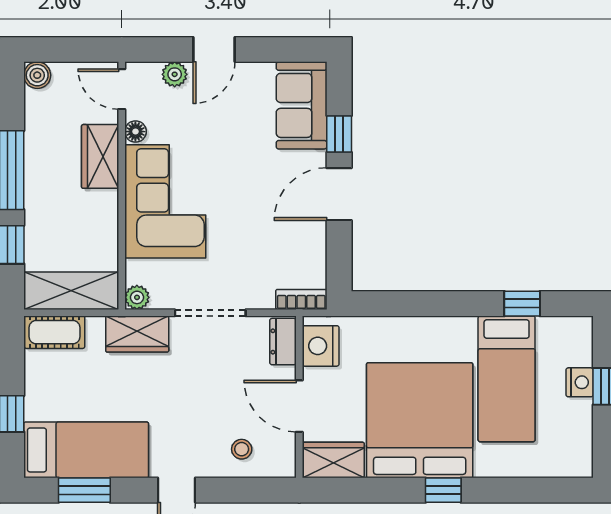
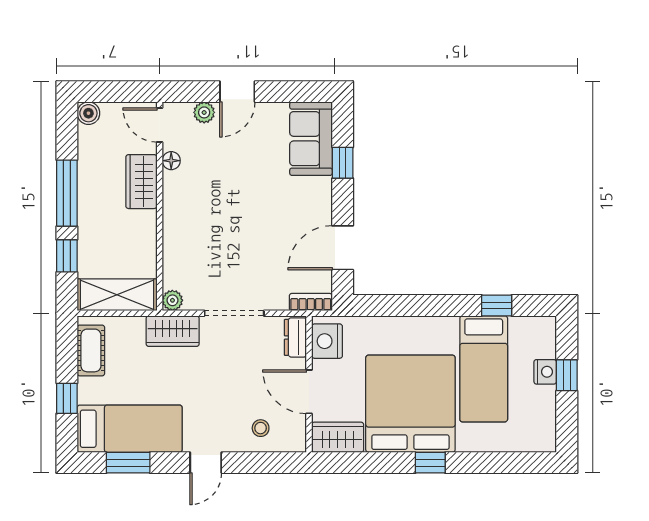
door: (339, 194) -> (343, 248), moved
corner sofa: (165, 201) -> (196, 219), removed
cot: (54, 332) -> (91, 350), moved, turned 90

